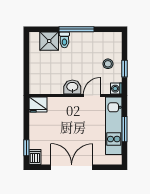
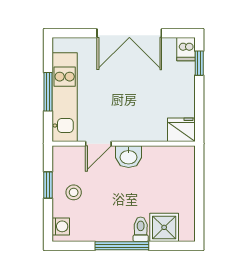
washing machine: (116, 89) -> (61, 226), moved

